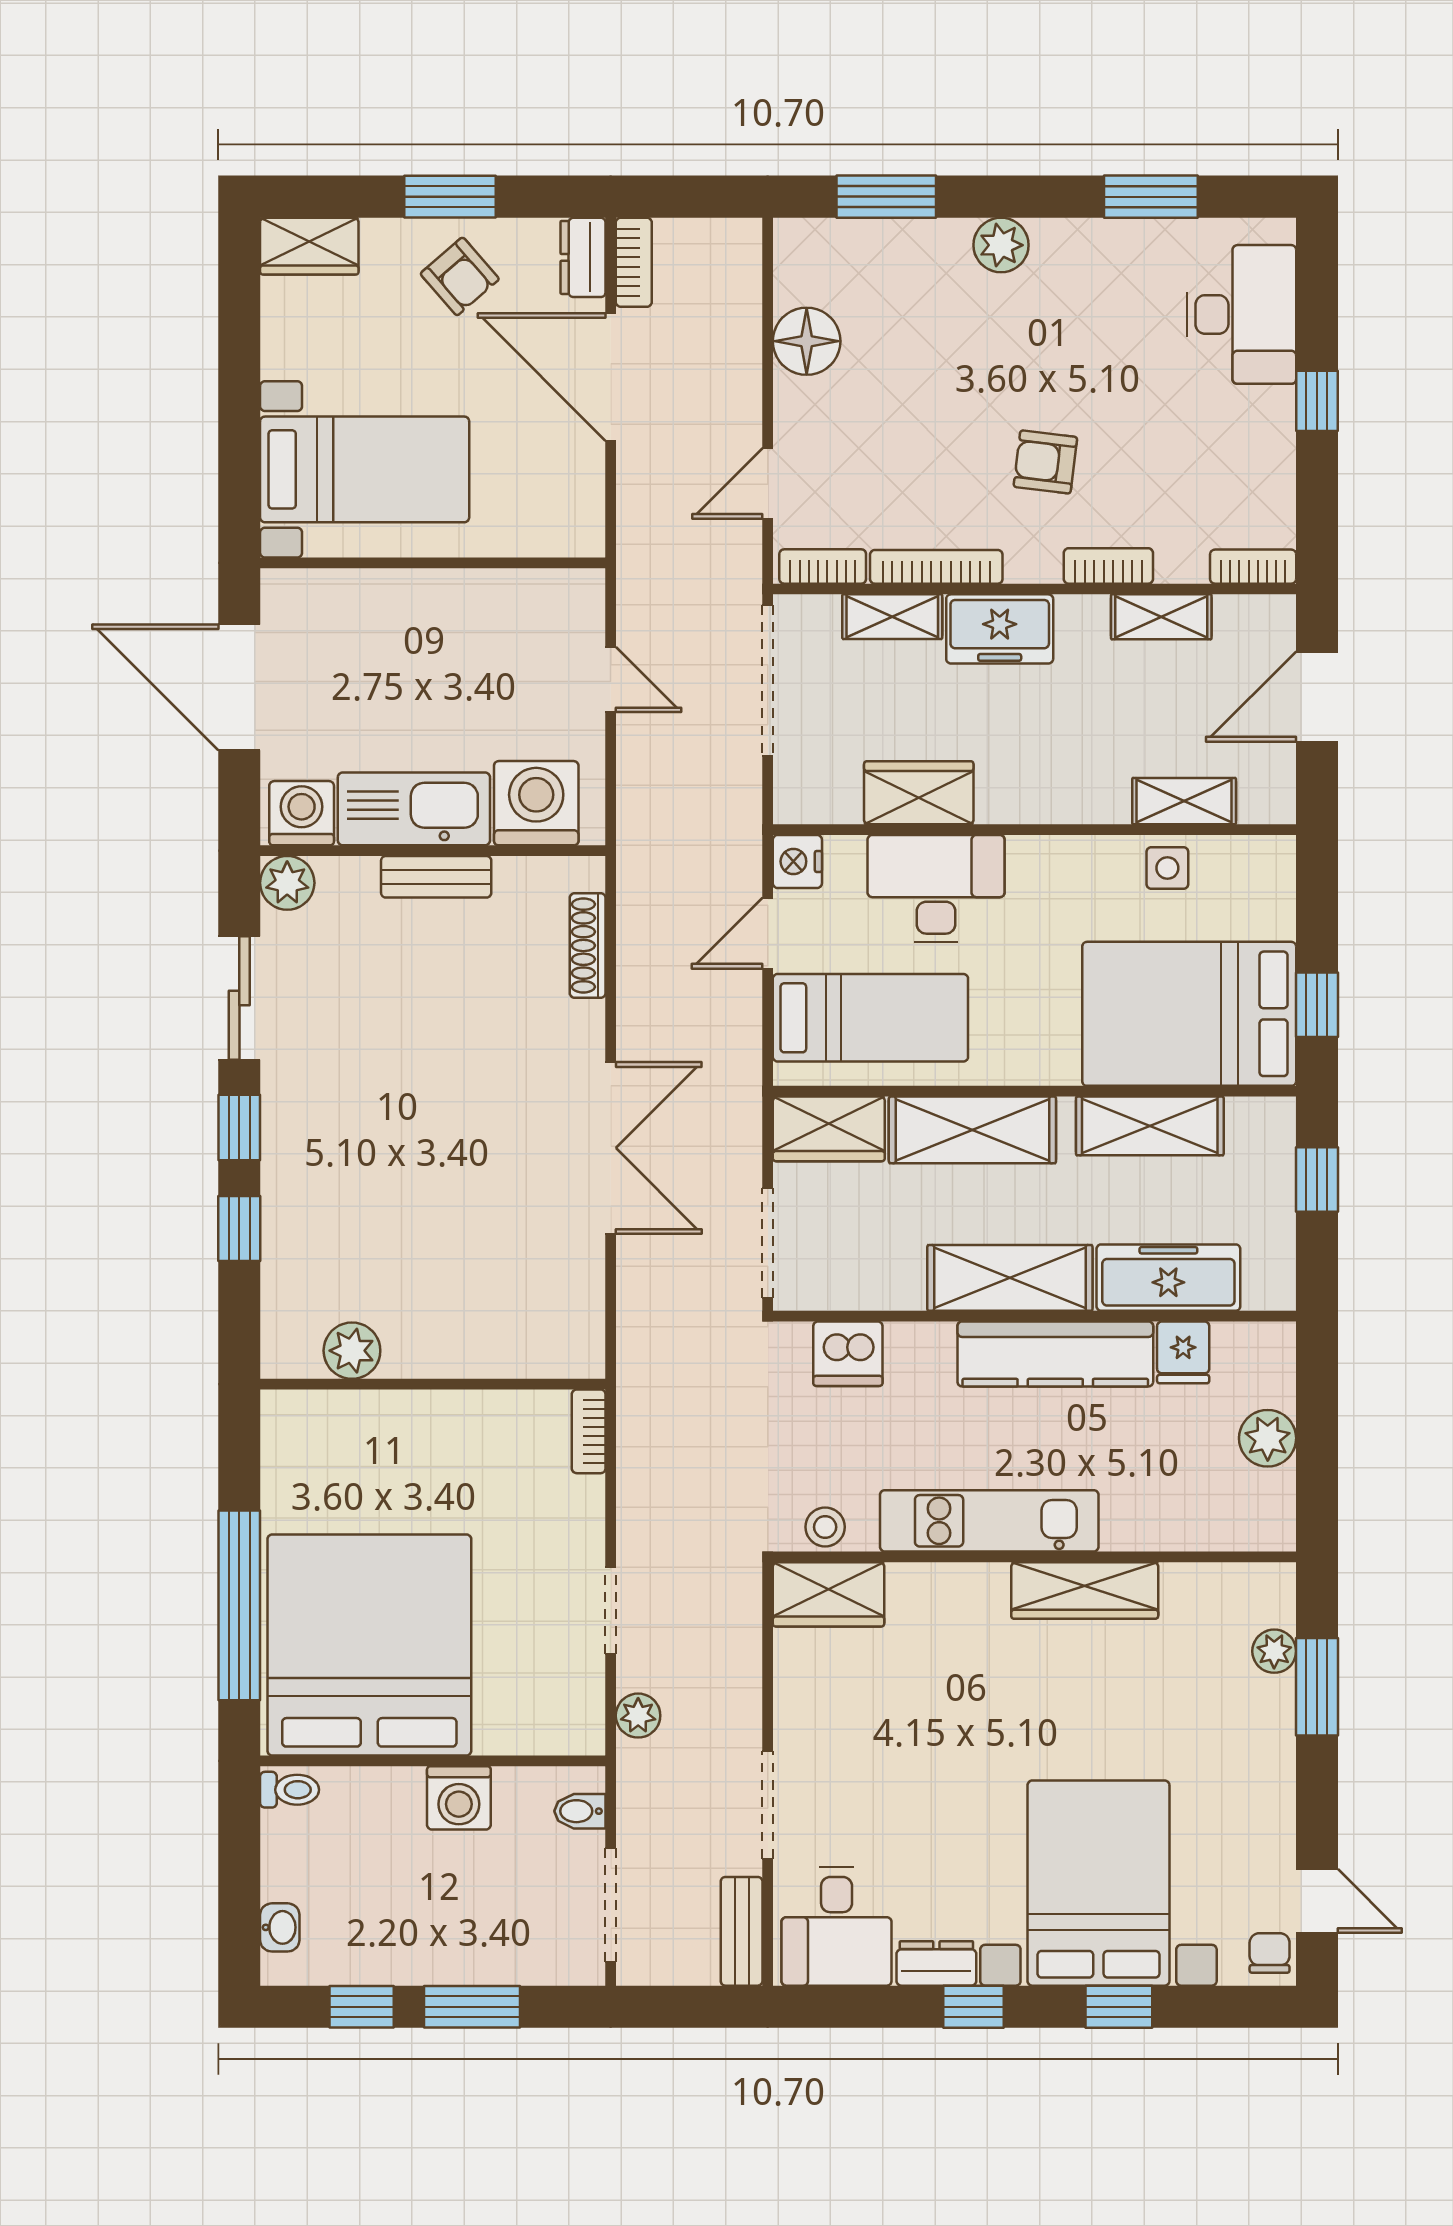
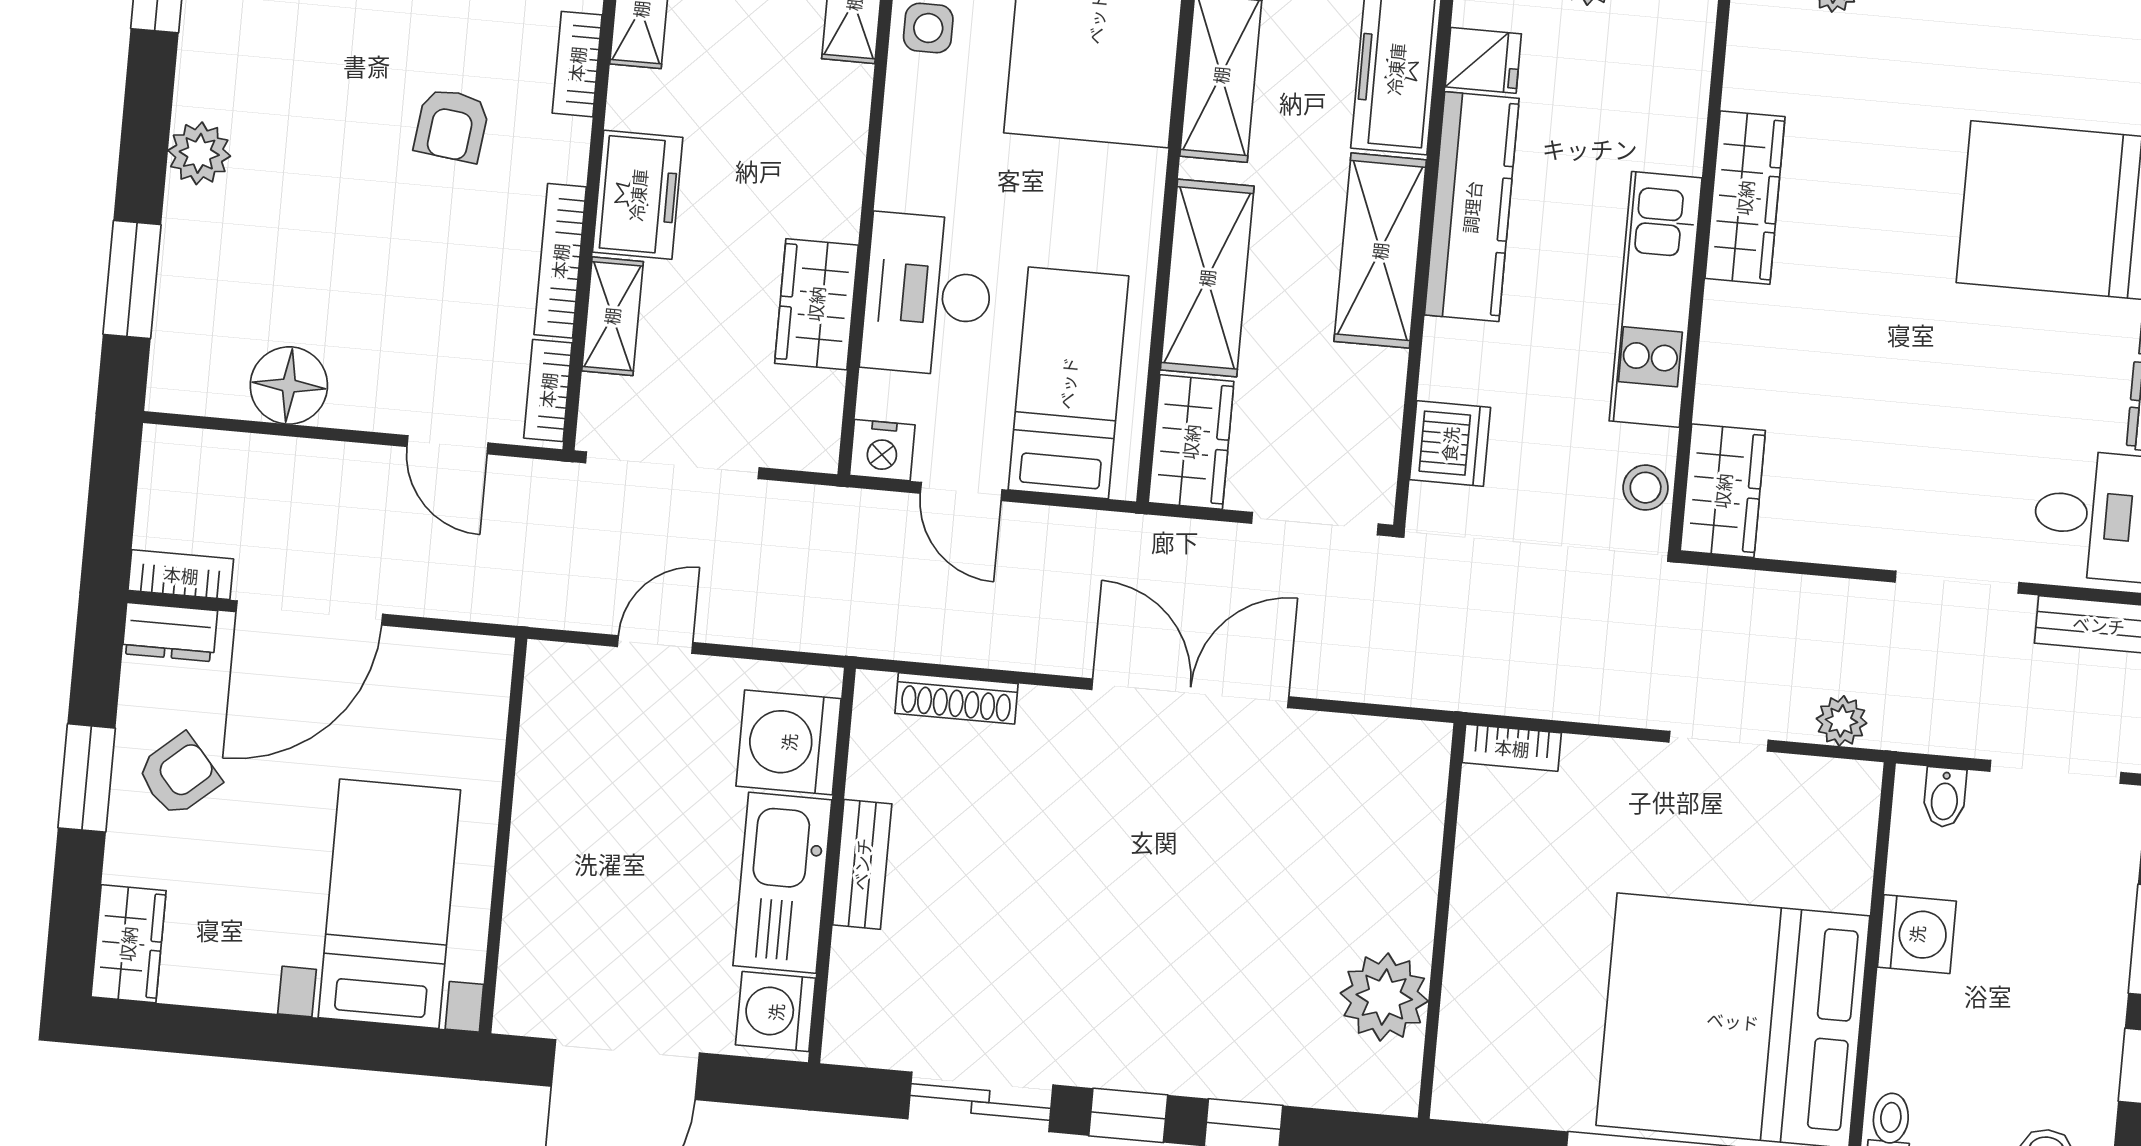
plant: (287, 883) -> (854, 1035), removed
plant: (352, 1351) -> (1384, 997), width x1.36, depth x1.36

